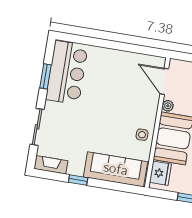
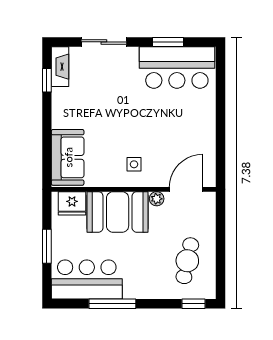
side table: (142, 135) -> (134, 164), moved
sofa: (116, 169) -> (68, 157), width x0.73
window: (78, 180) -> (47, 80), moved

